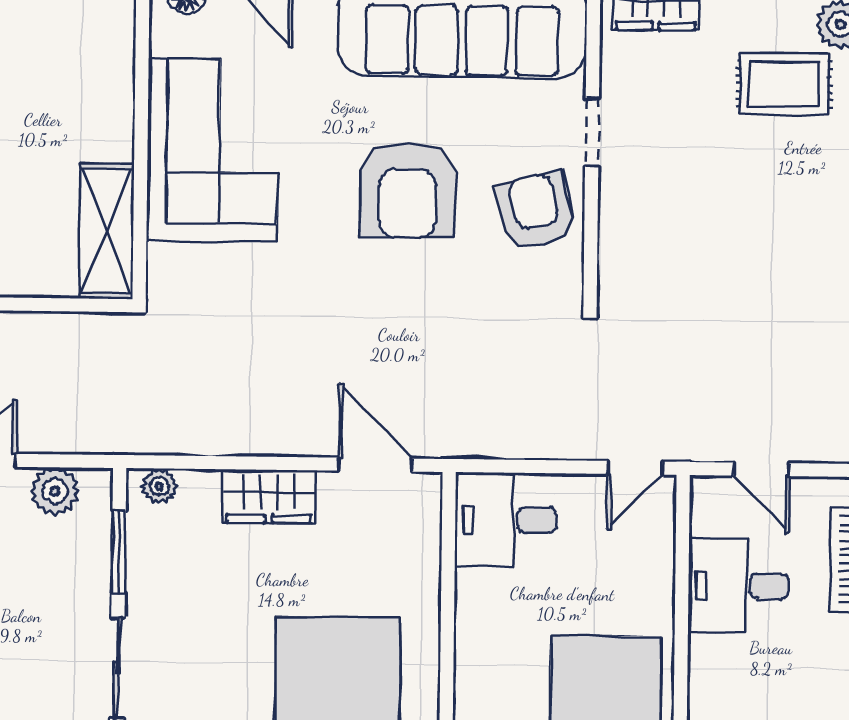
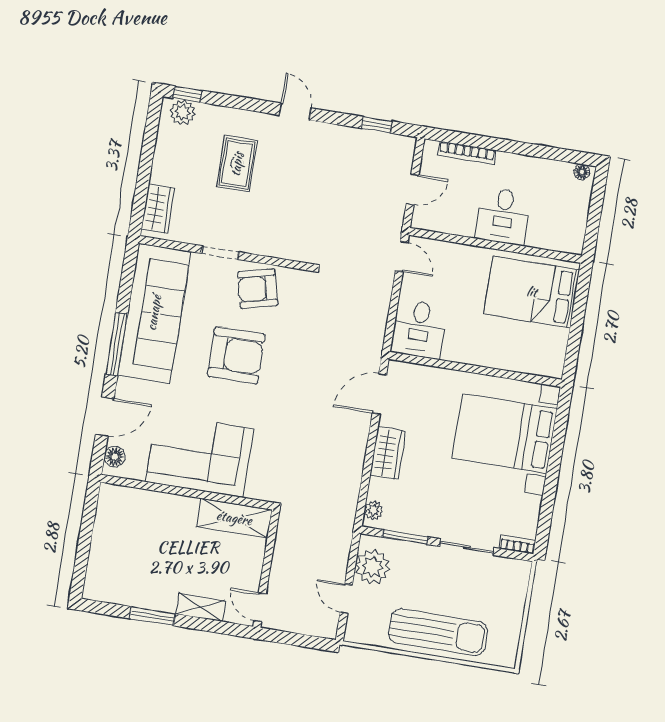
rug: (784, 84) -> (237, 164), moved
plant: (55, 491) -> (373, 567), width x1.36, depth x1.36
desk: (738, 586) -> (503, 216), moved

